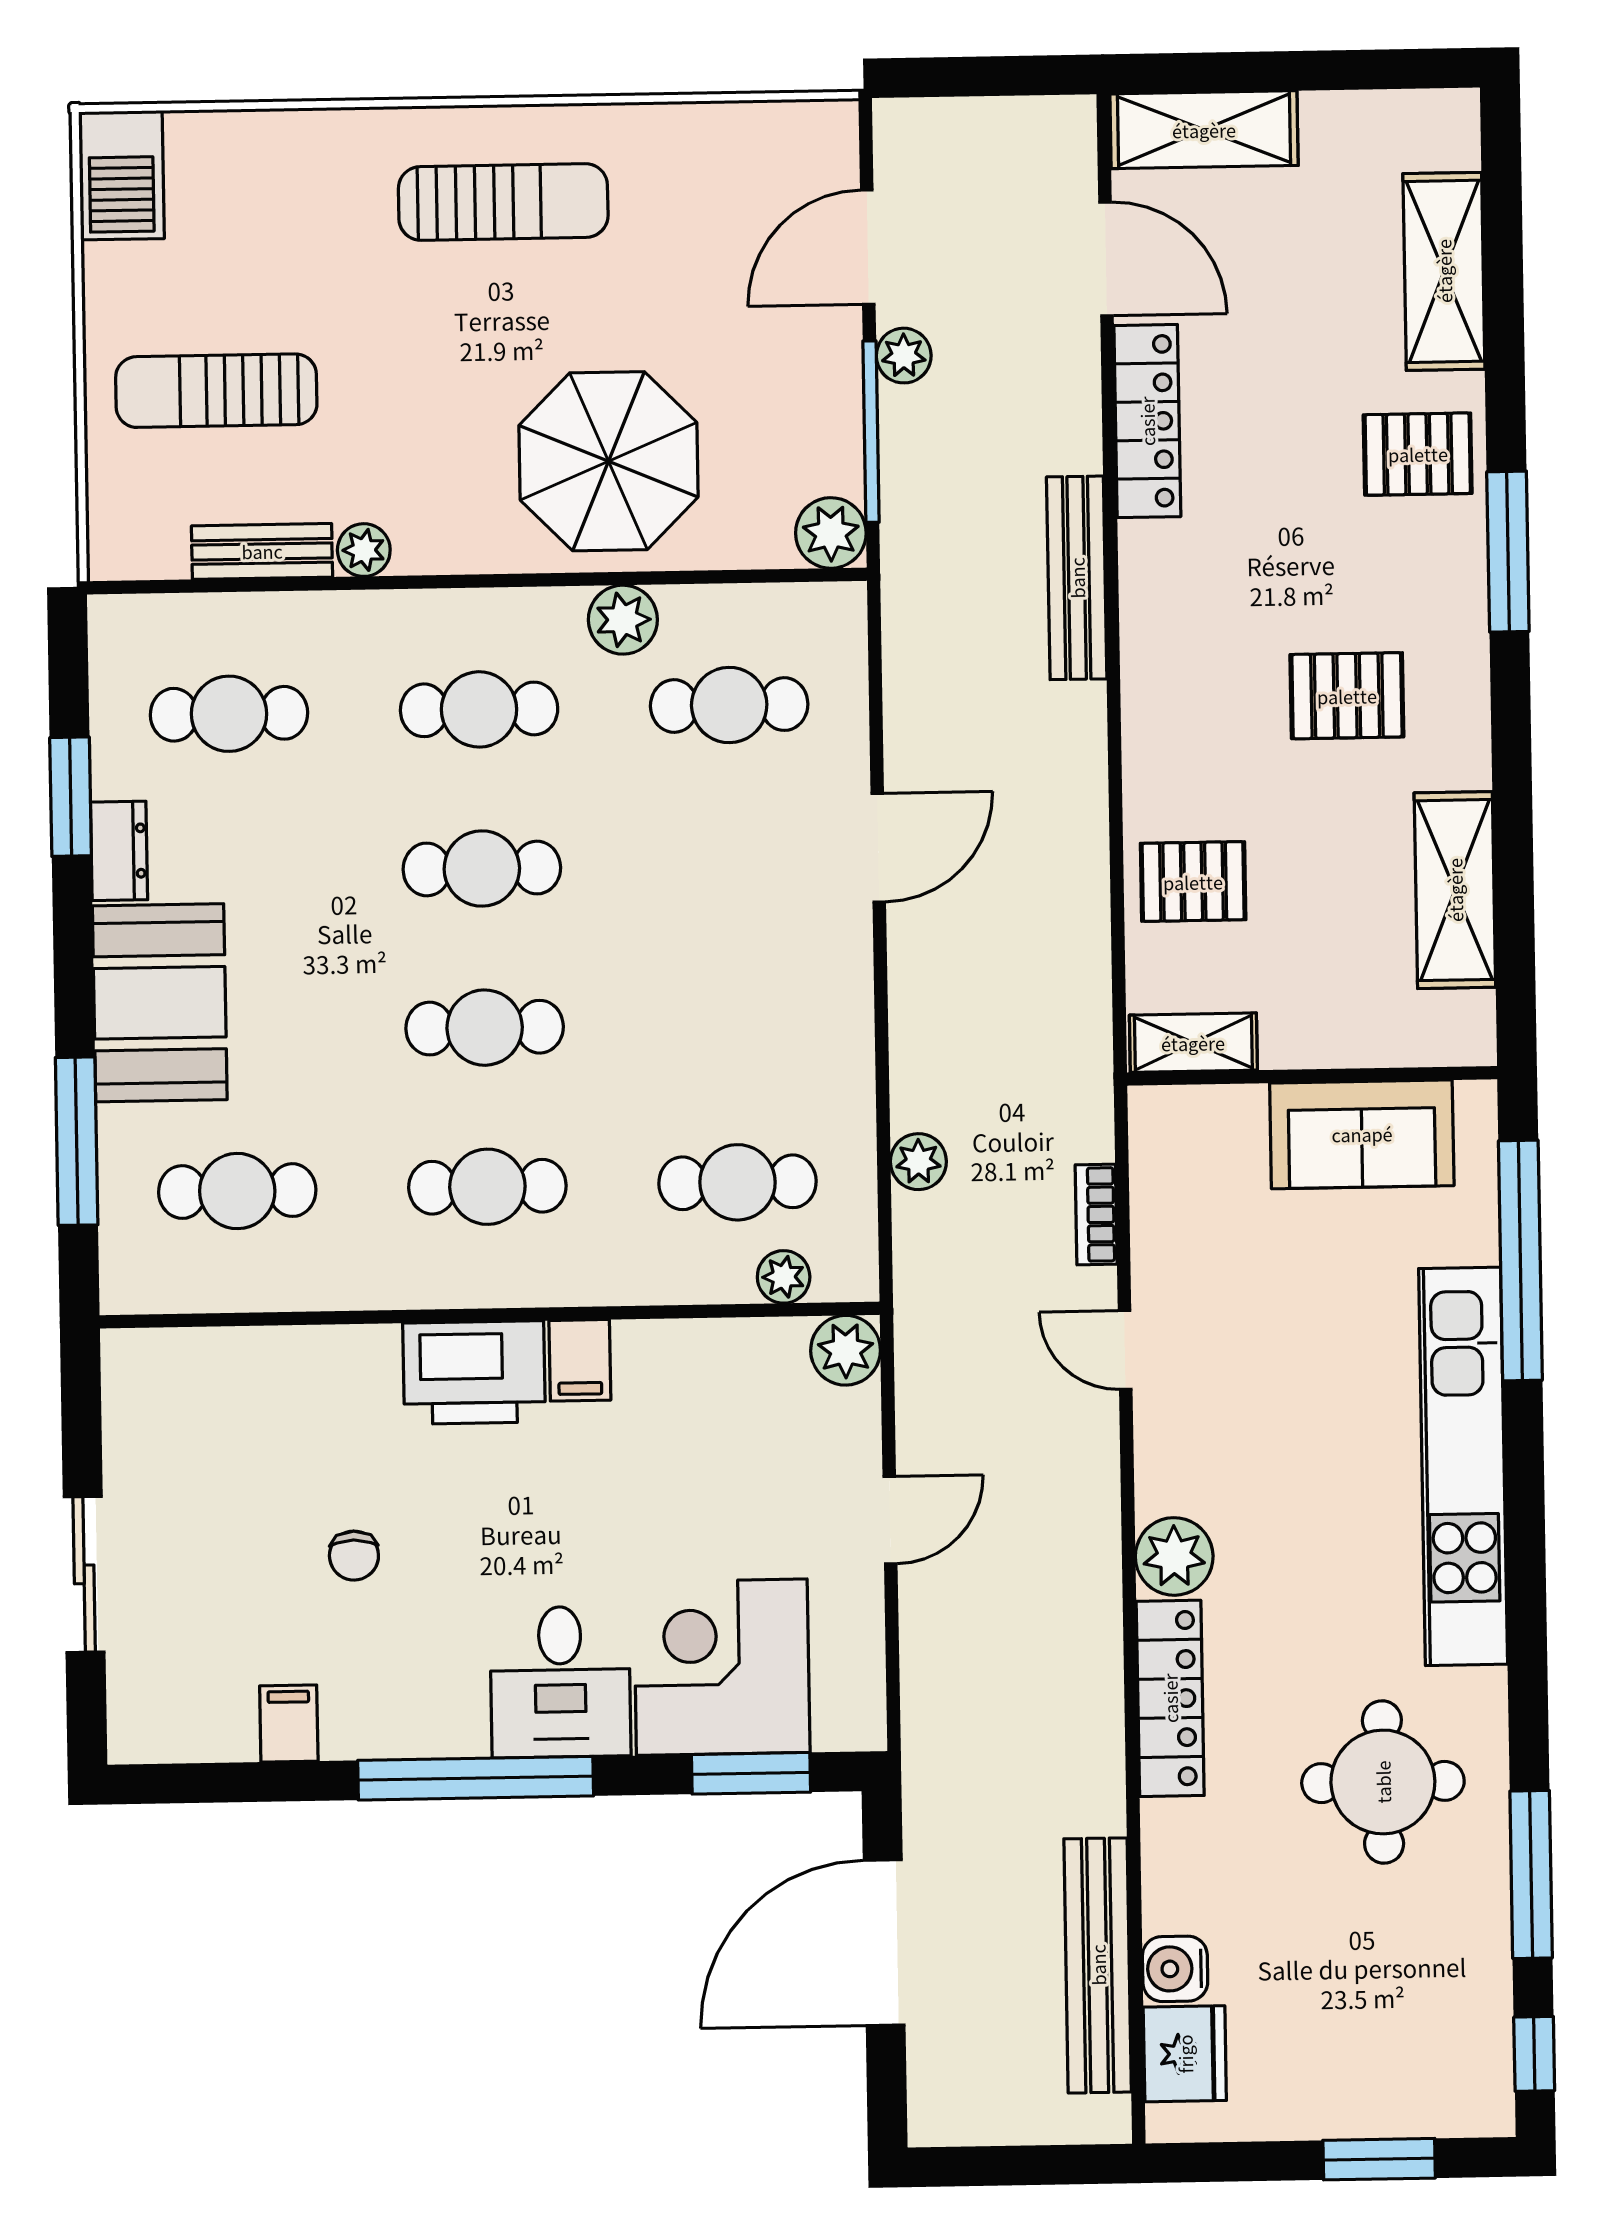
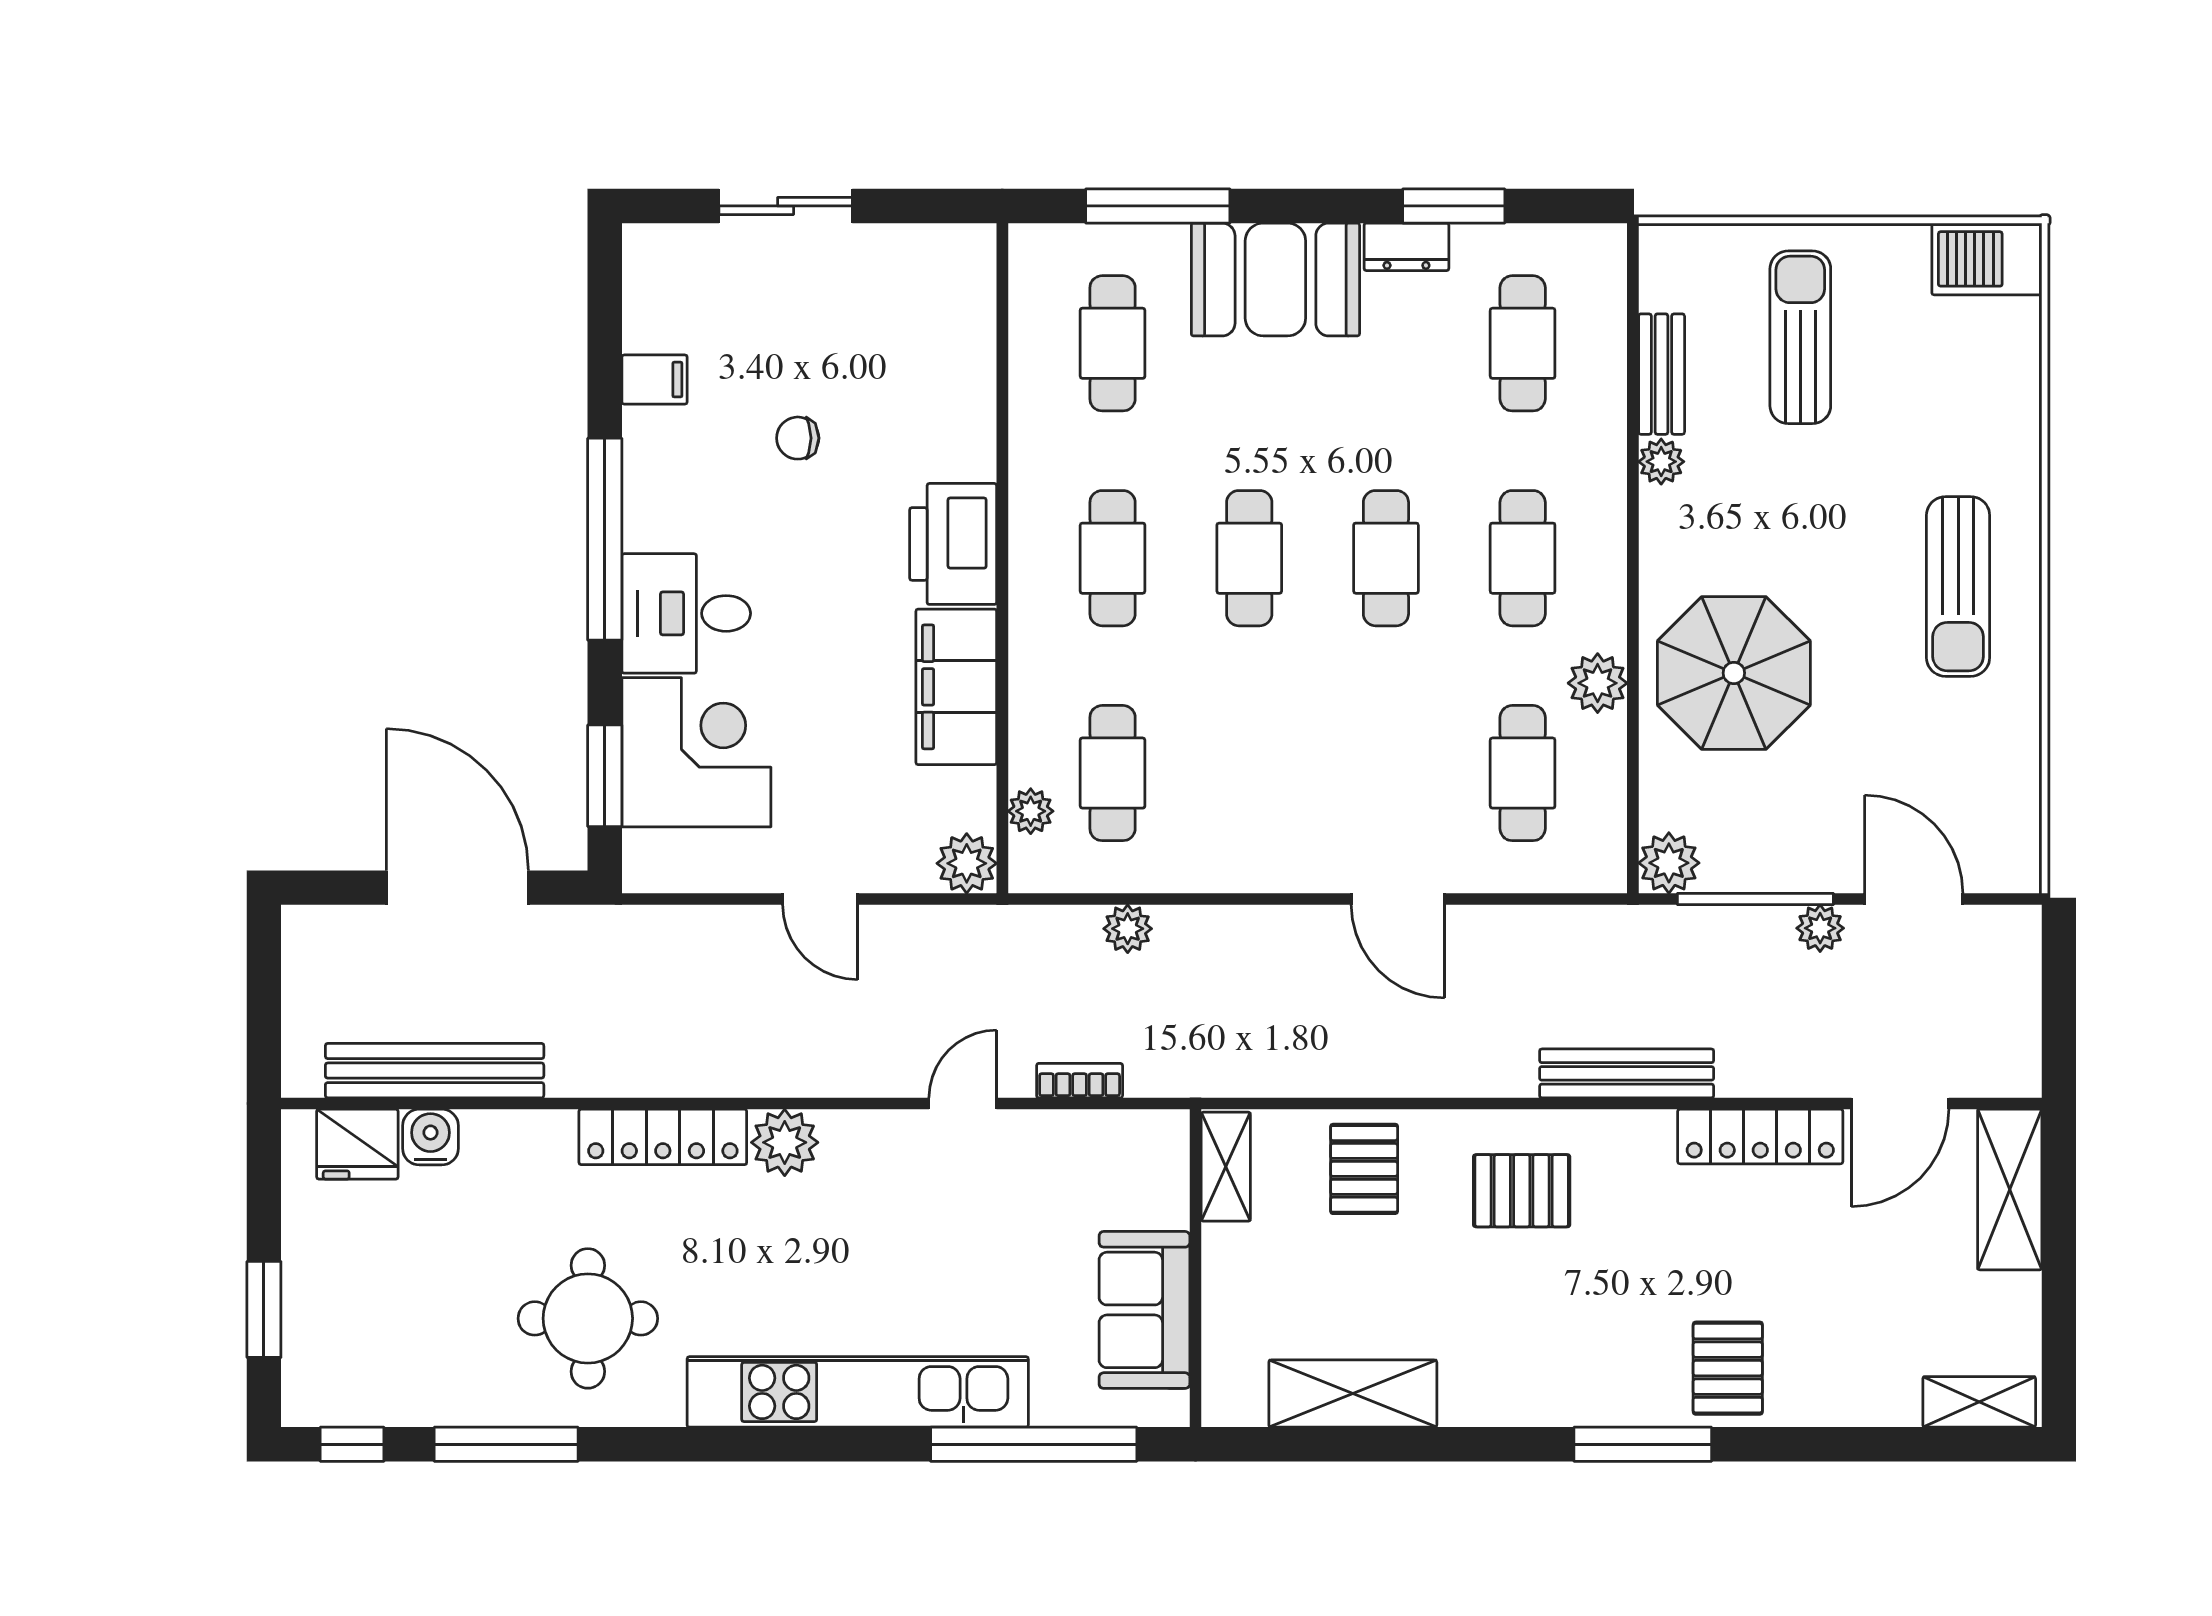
shelving: (1444, 271) -> (1979, 1402), moved, width x0.67, depth x0.75
pallet: (1347, 696) -> (1522, 1191), moved, turned 90
filing cabinet: (580, 1360) -> (956, 687), width x3.00, depth x1.17

